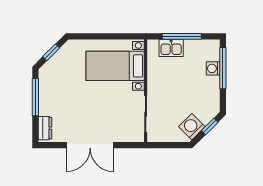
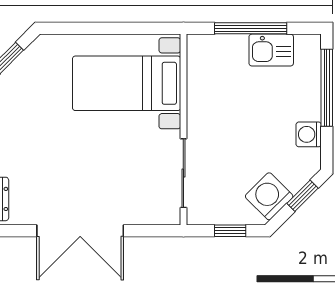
kitchen sink: (171, 48) -> (271, 50), moved
washing machine: (213, 68) -> (309, 134), moved
window: (171, 145) -> (230, 231), added

